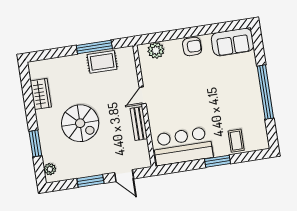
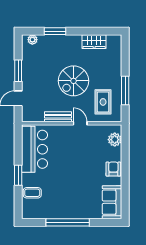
armchair: (192, 46) -> (113, 169), turned 180
rug: (102, 62) -> (103, 102), moved
spiral stairs: (80, 123) -> (73, 81), moved

